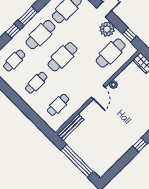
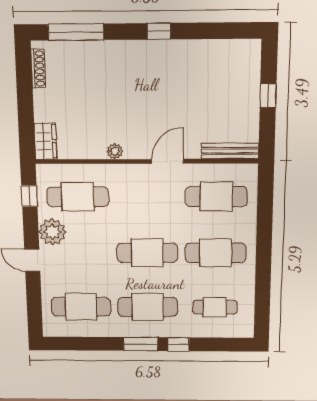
cafe table: (36, 83) -> (216, 253), width x1.37, depth x1.35
door: (98, 92) -> (168, 161), moved
cafe table: (58, 105) -> (216, 197), width x1.37, depth x1.35
window: (77, 161) -> (268, 96), width x0.32

